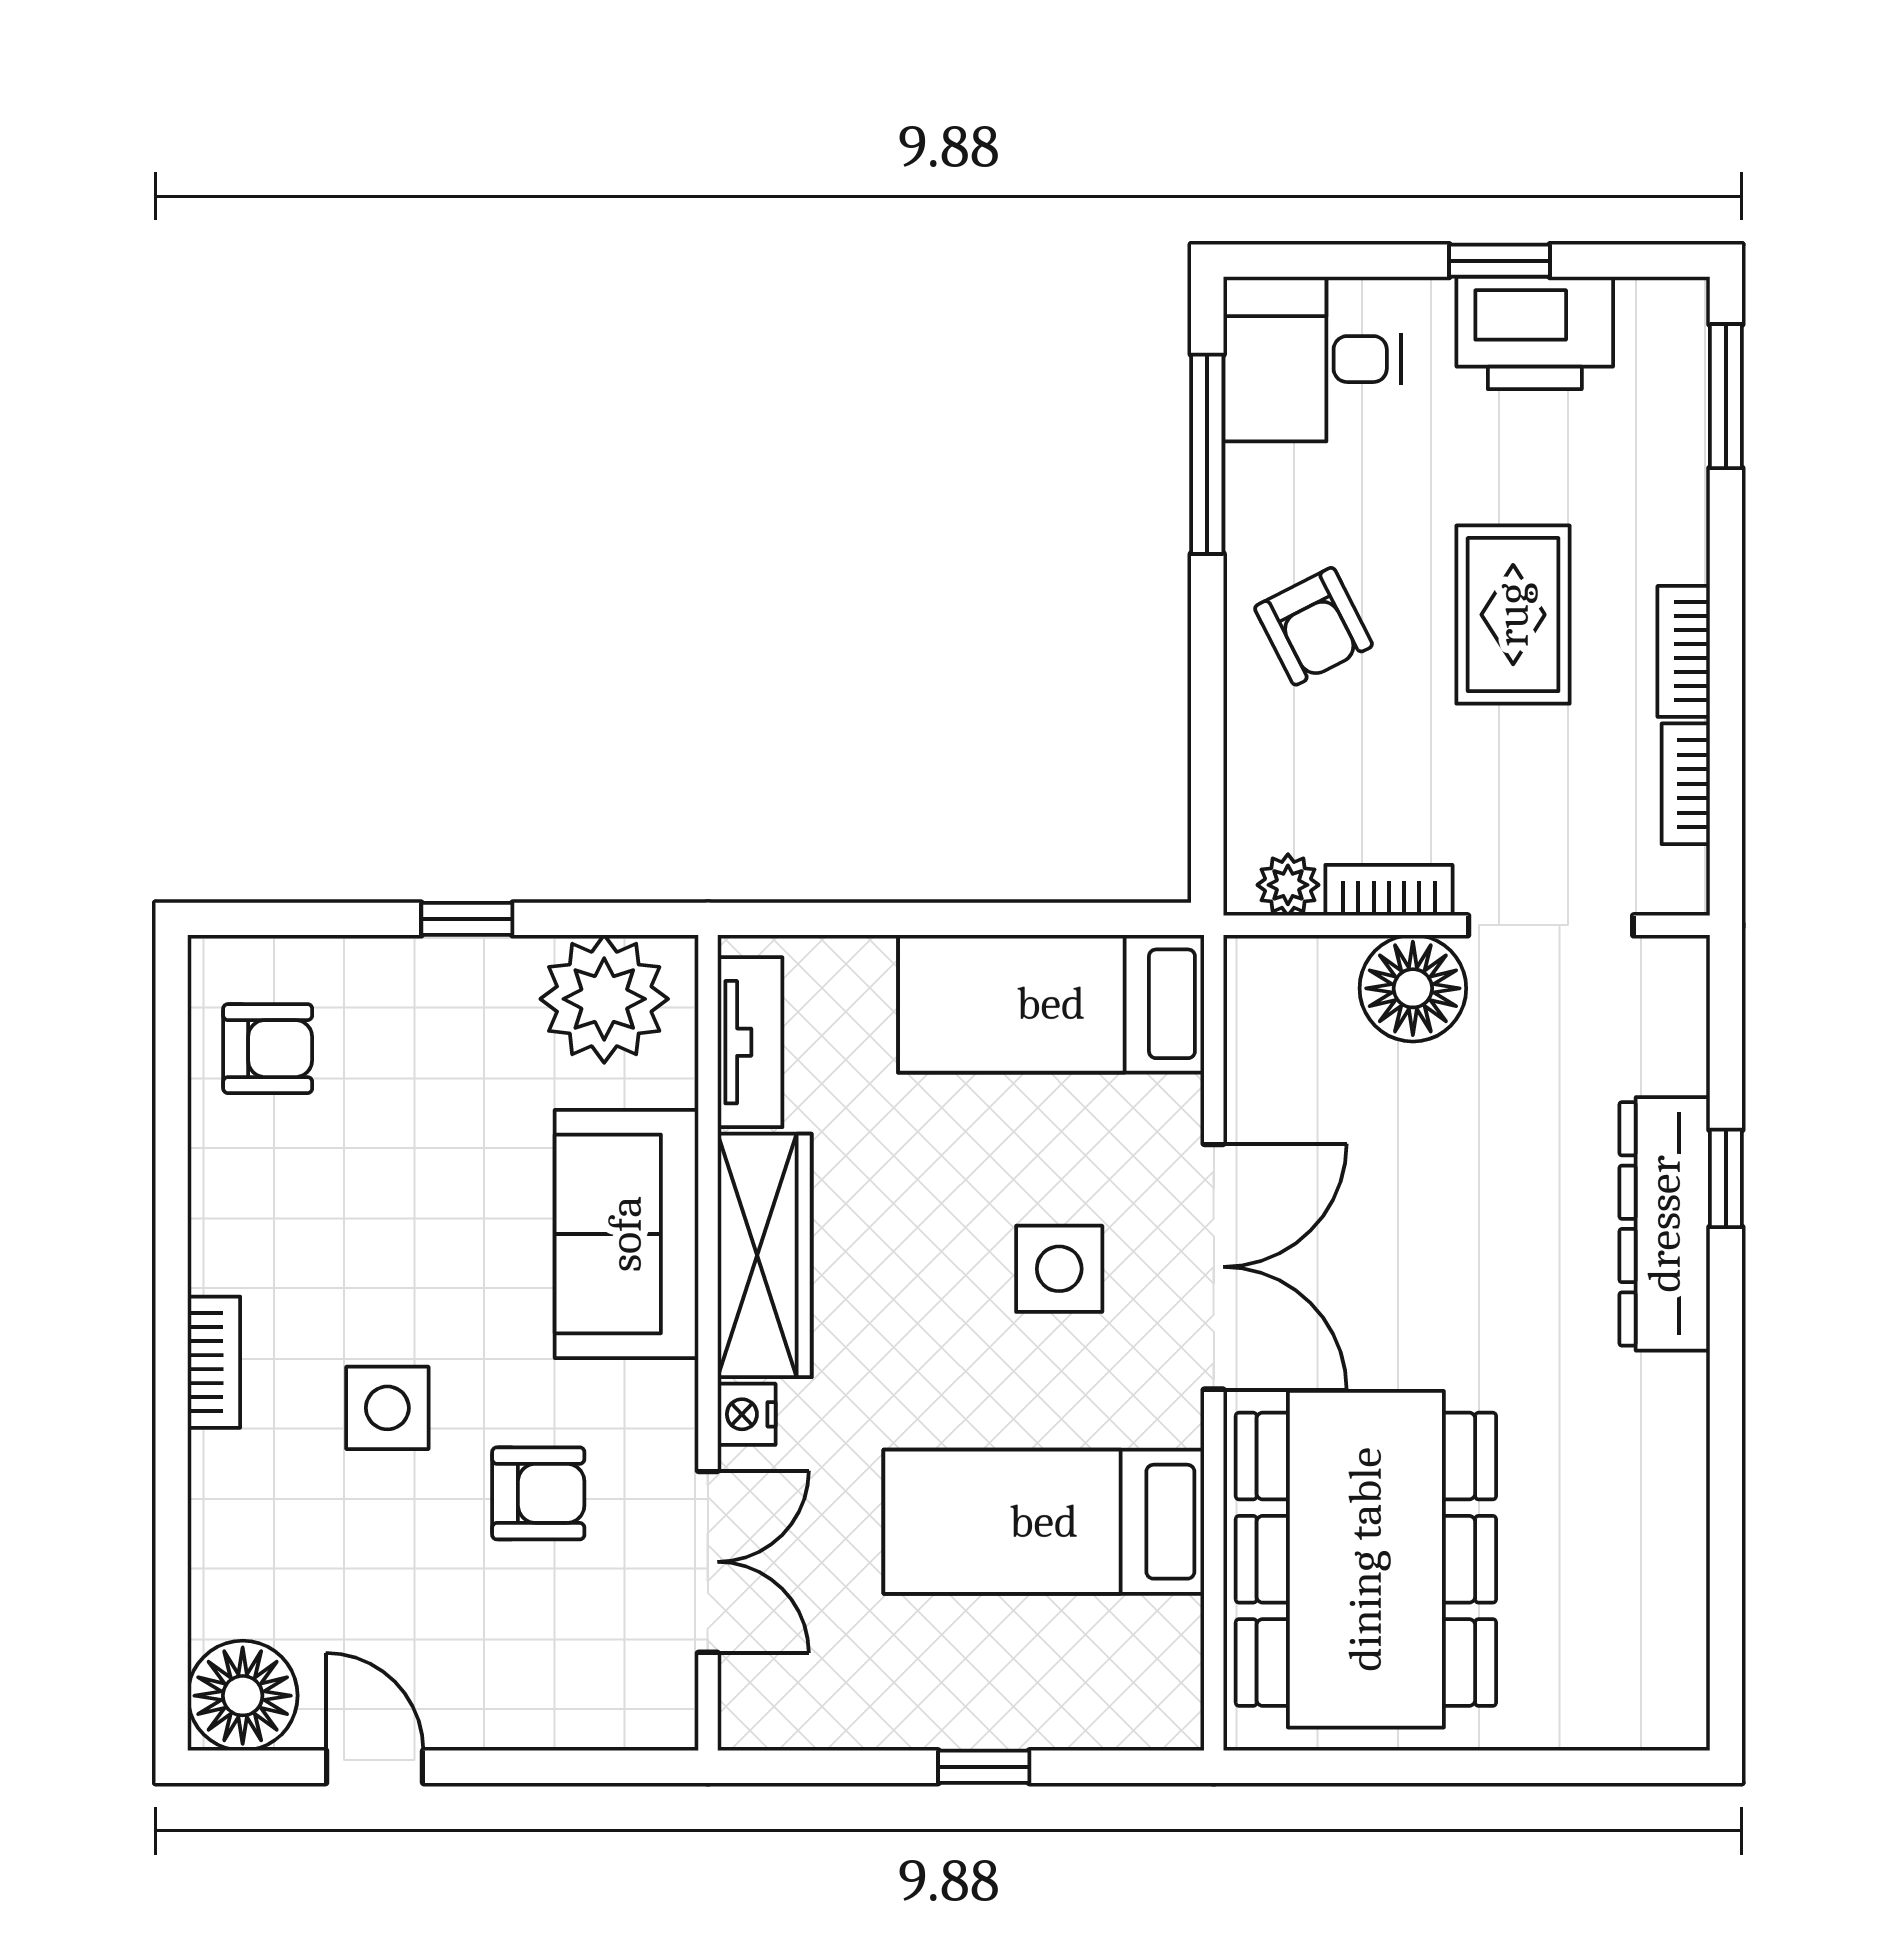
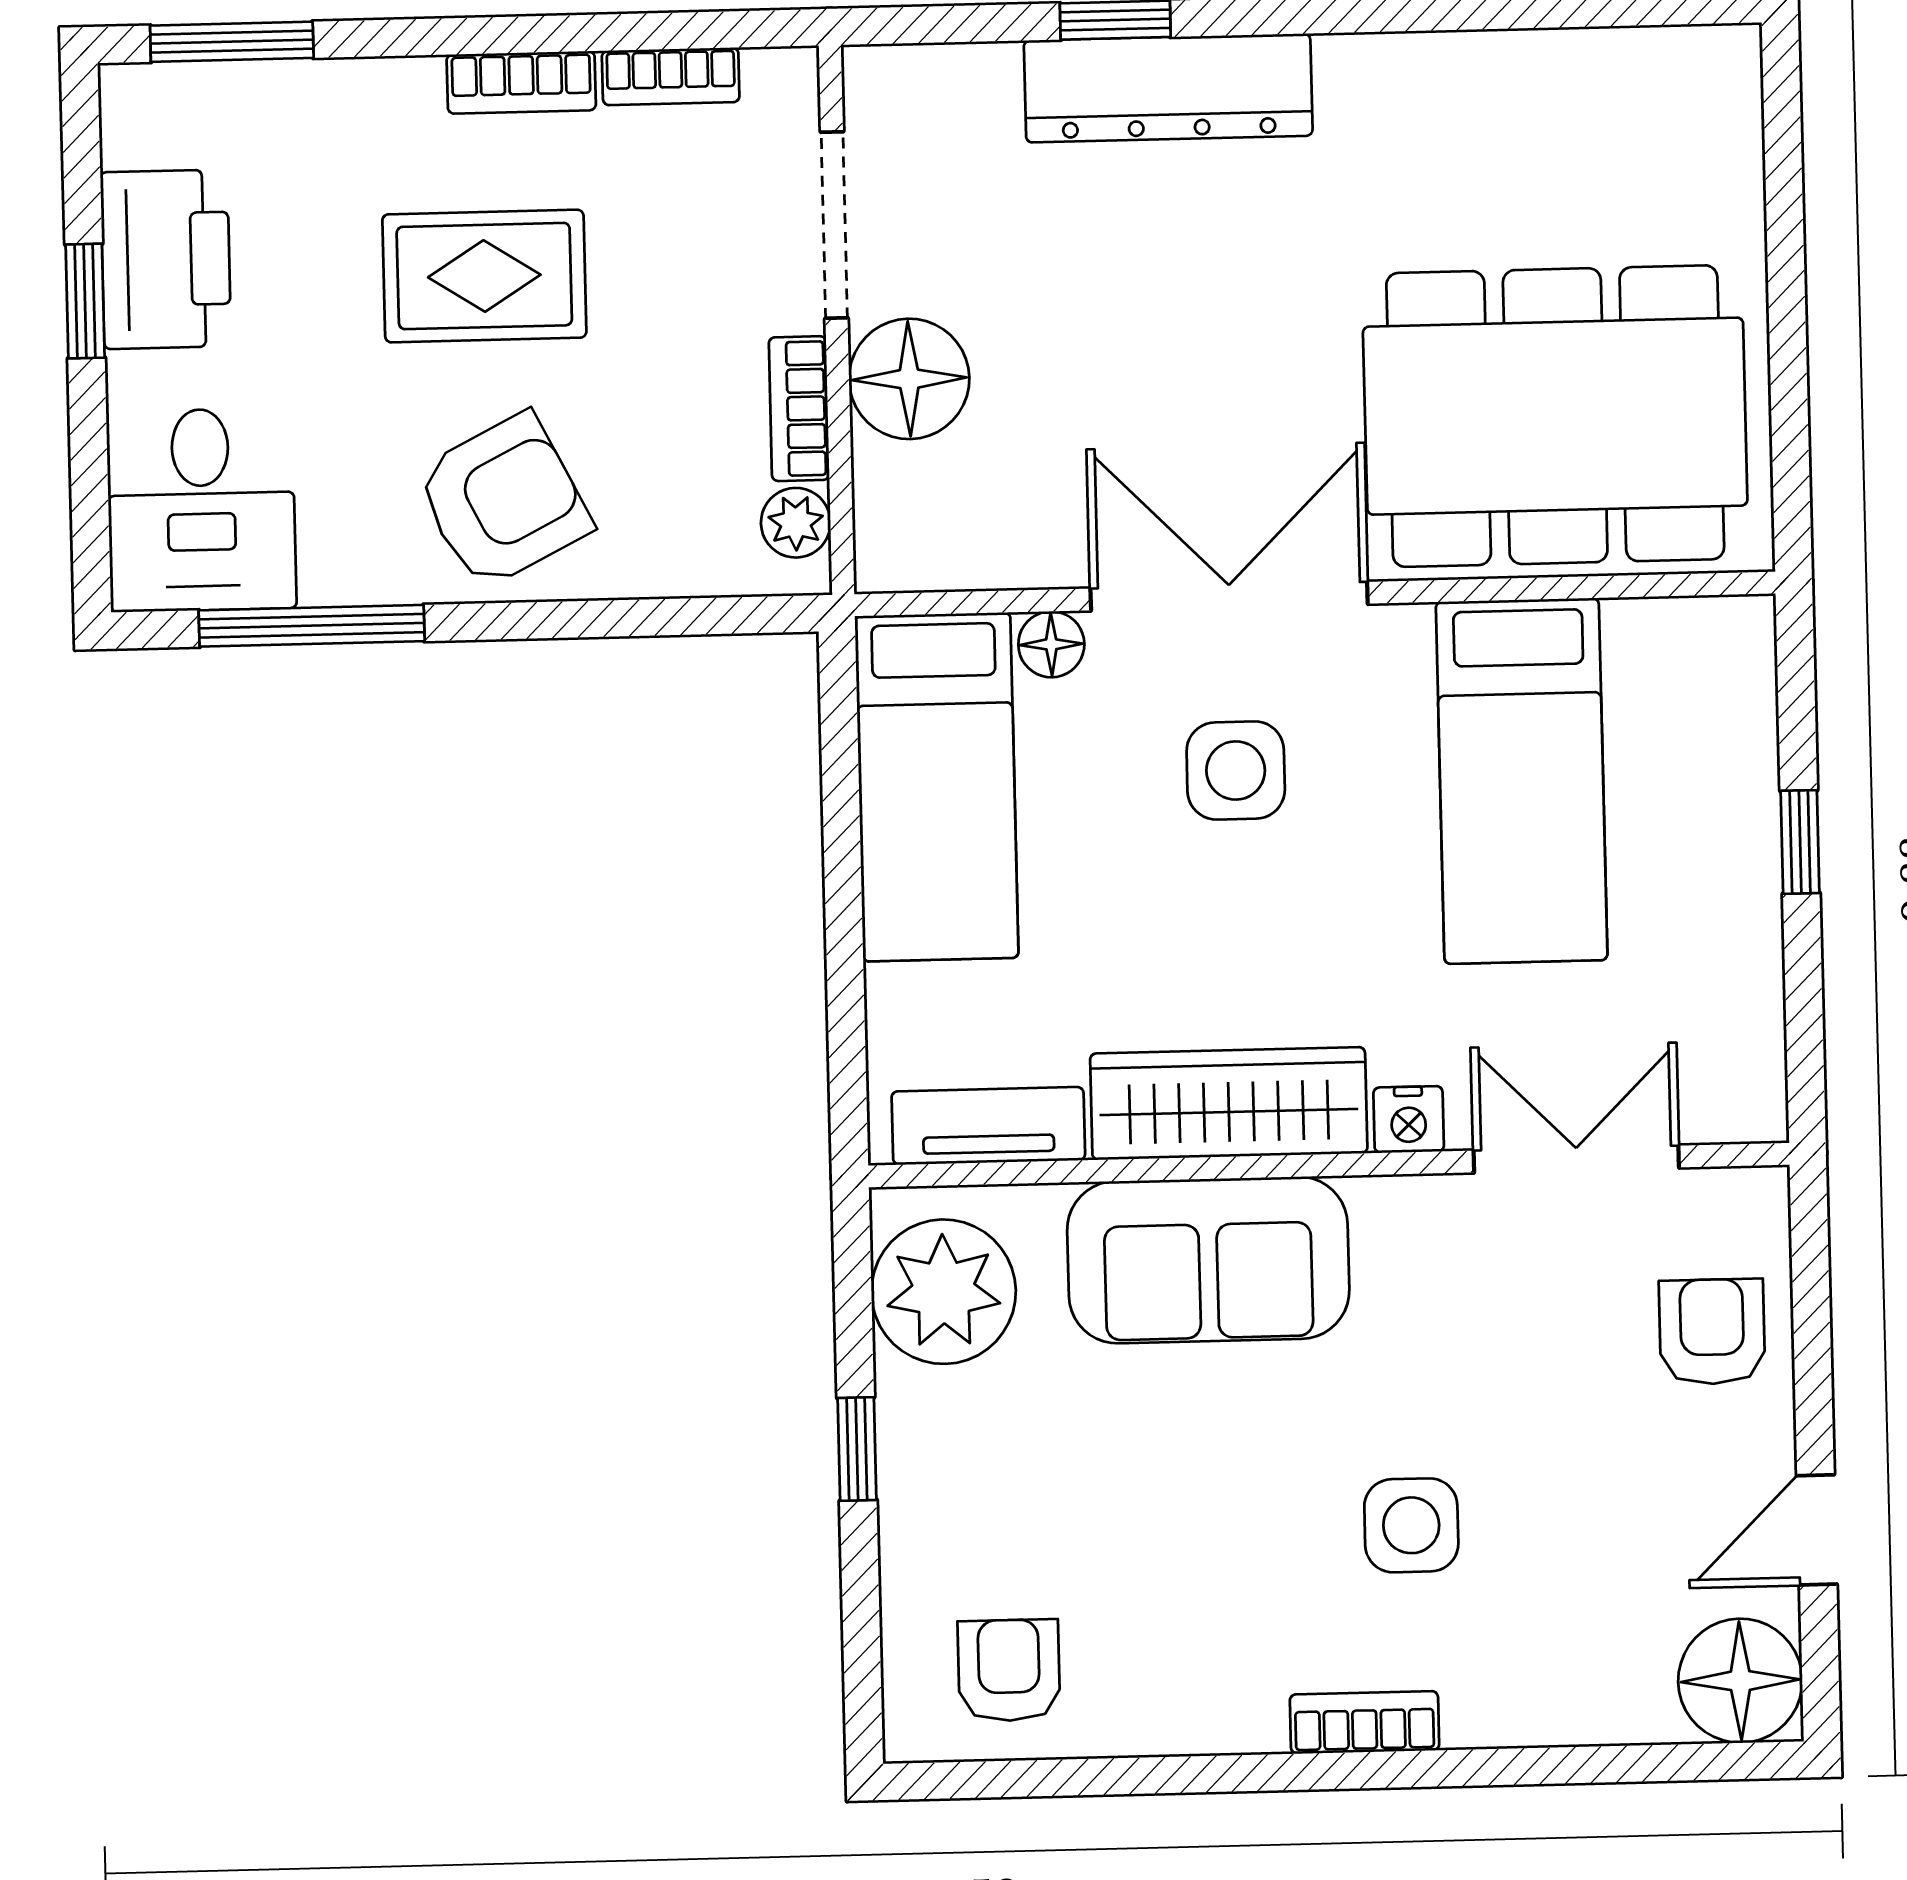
armchair: (1314, 626) -> (503, 501), width x1.38, depth x1.38
floor lamp: (1175, 1108) -> (1051, 644), added
armchair: (538, 1493) -> (1712, 1332), moved

